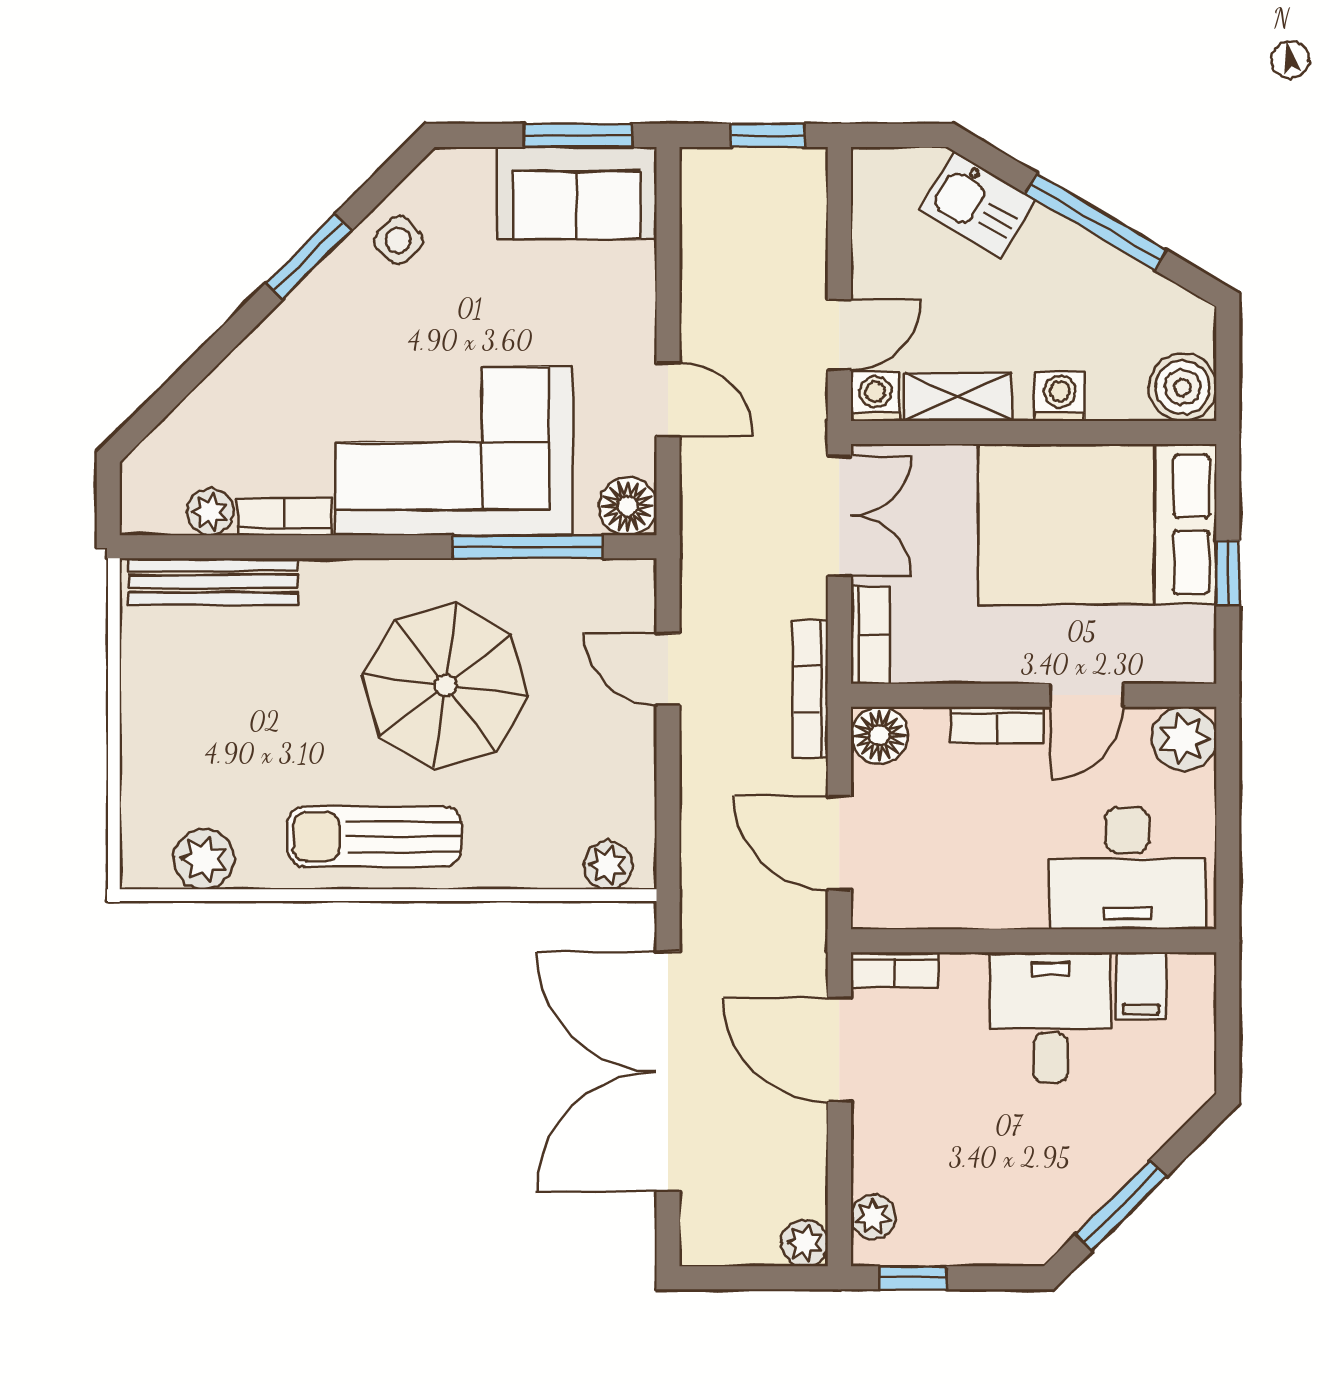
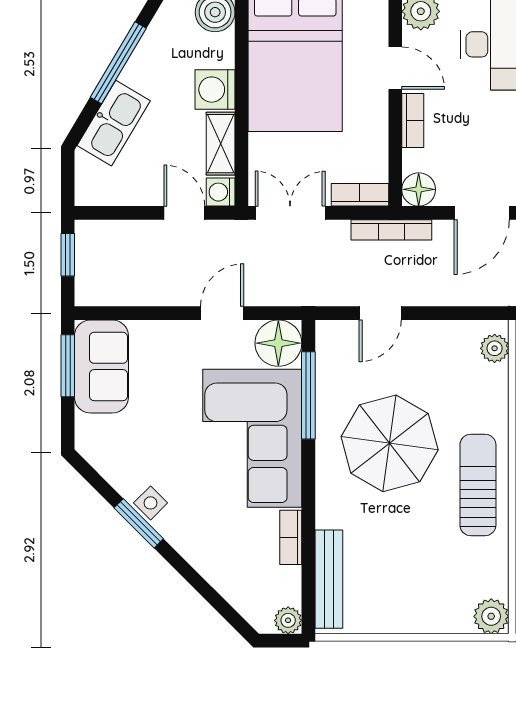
kitchen sink: (978, 205) -> (114, 123), width x1.38
side table: (398, 240) -> (151, 503), moved
washing machine: (1060, 396) -> (215, 90), width x1.38, depth x1.38
floor lamp: (628, 506) -> (278, 343), width x1.38, depth x1.38
plant: (210, 512) -> (288, 620), moved
sun lounger: (374, 837) -> (478, 485), turned 180
plant: (204, 859) -> (491, 616), moved

